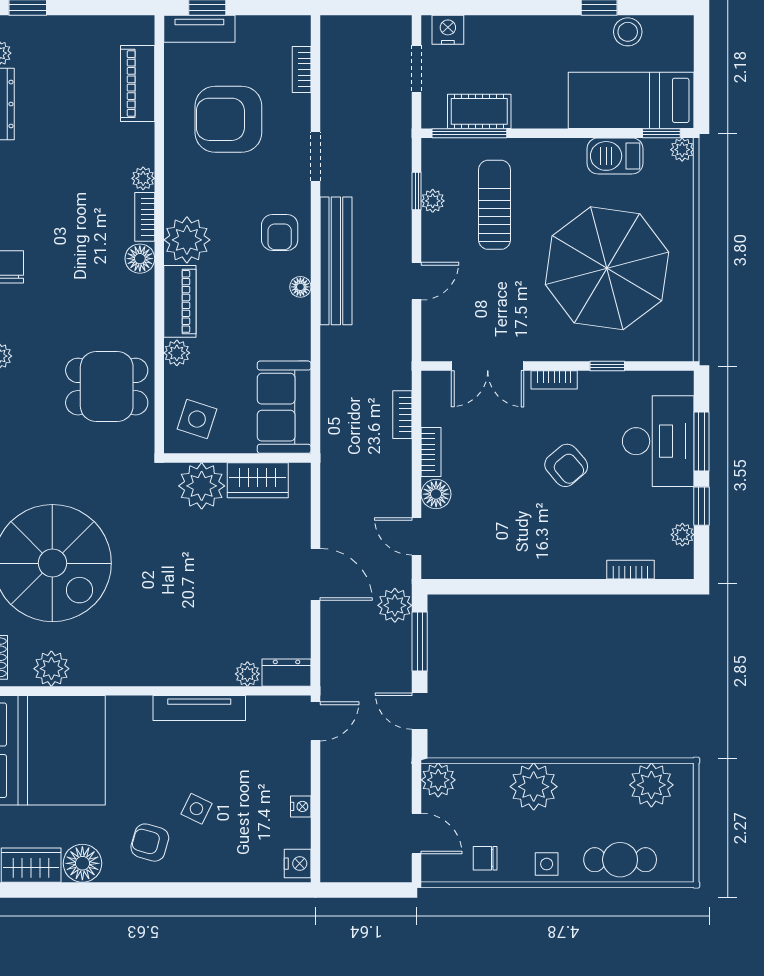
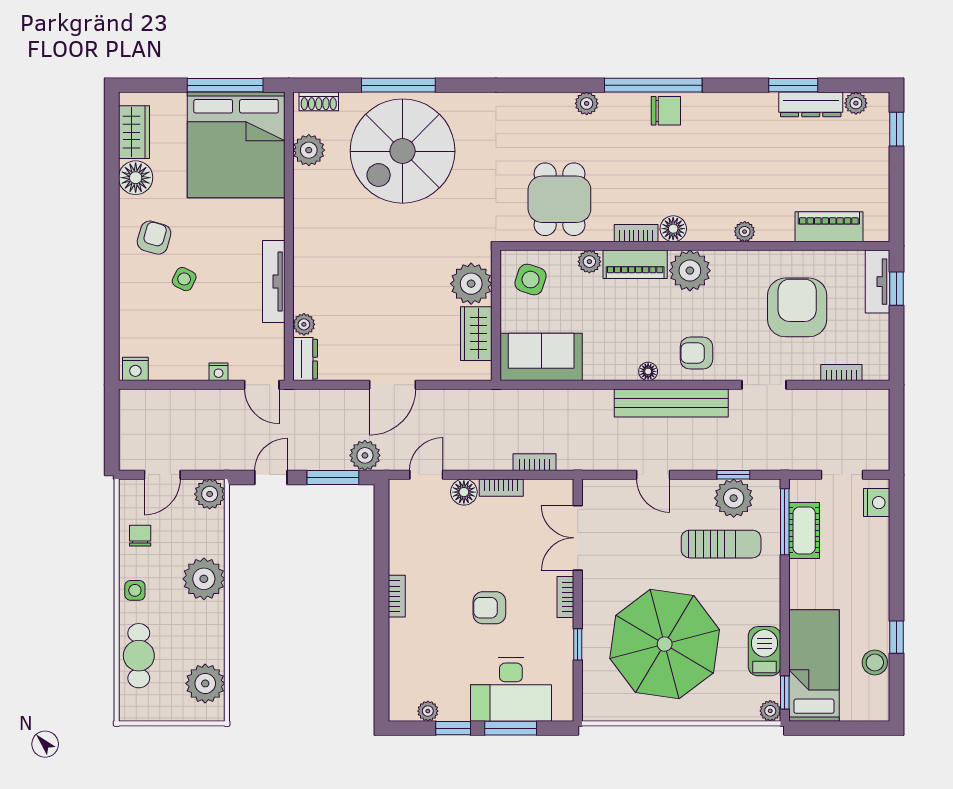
plant: (433, 201) -> (734, 498), width x1.87, depth x1.87
bookcase: (145, 217) -> (636, 233), moved
armchair: (566, 465) -> (489, 608), turned 40
bookcase: (631, 570) -> (397, 596), moved
nightstand: (301, 806) -> (219, 372), moved

